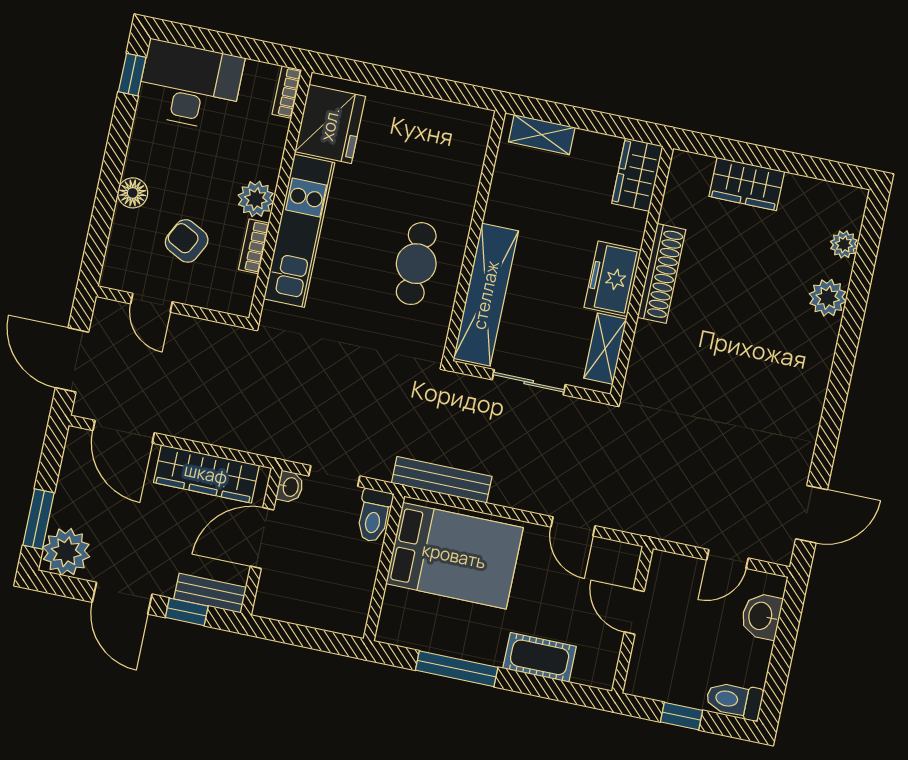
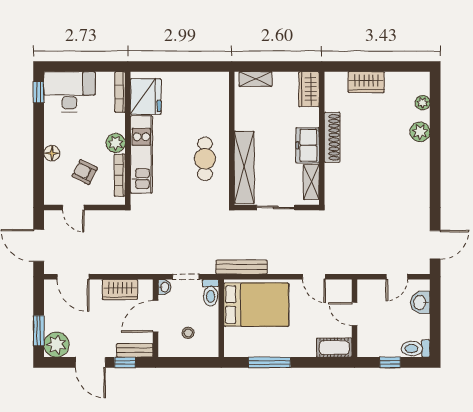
bookcase: (287, 92) -> (120, 92), width x1.56
bookcase: (254, 246) -> (120, 175), width x1.56
wardrobe: (206, 474) -> (120, 290), width x0.67
stool: (316, 582) -> (188, 333), added
cot: (540, 657) -> (334, 348), moved

